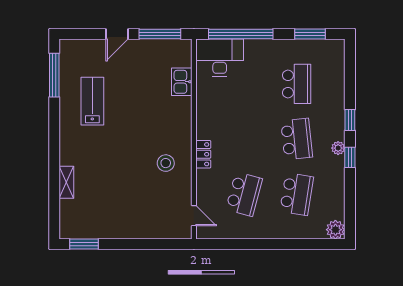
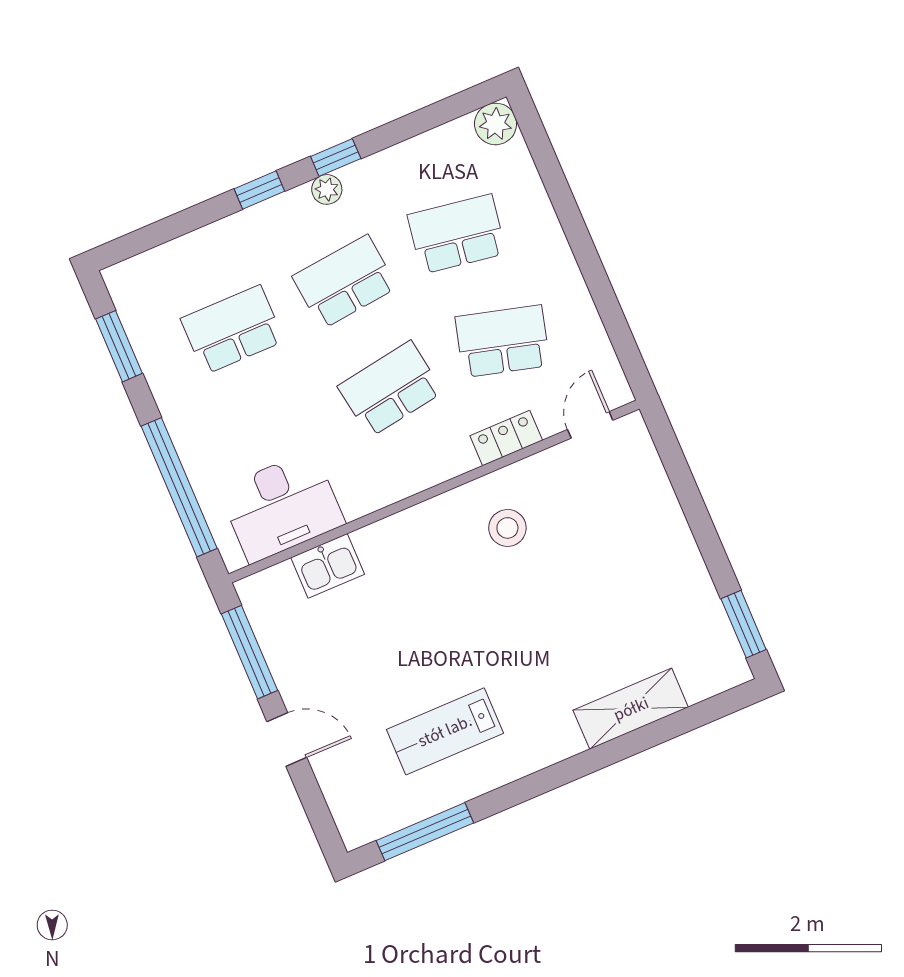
desk: (220, 58) -> (282, 507), moved, turned -90
school desk: (244, 139) -> (390, 389), added
locker: (203, 154) -> (506, 438), moved
shelving: (66, 182) -> (631, 709), width x1.50, depth x1.33

